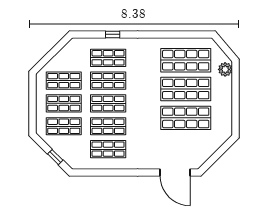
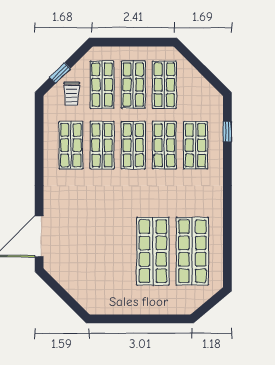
window: (113, 34) -> (227, 132), moved
plant: (225, 69) -> (180, 305), removed
shop shelf: (186, 118) -> (114, 251), removed
trolley: (70, 149) -> (72, 94), added

